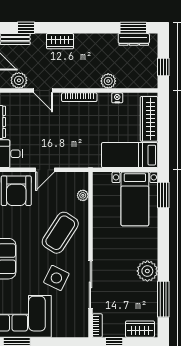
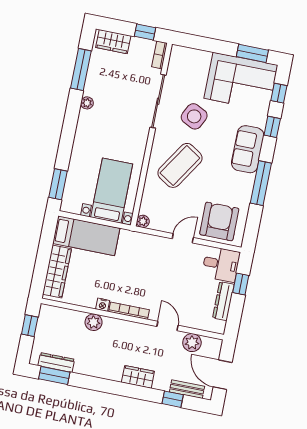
nightstand: (117, 98) -> (103, 305), moved
plant: (83, 195) -> (143, 221), moved
bed with nightstands: (135, 199) -> (112, 191), moved
plant: (147, 271) -> (87, 103), width x0.53, depth x0.53

